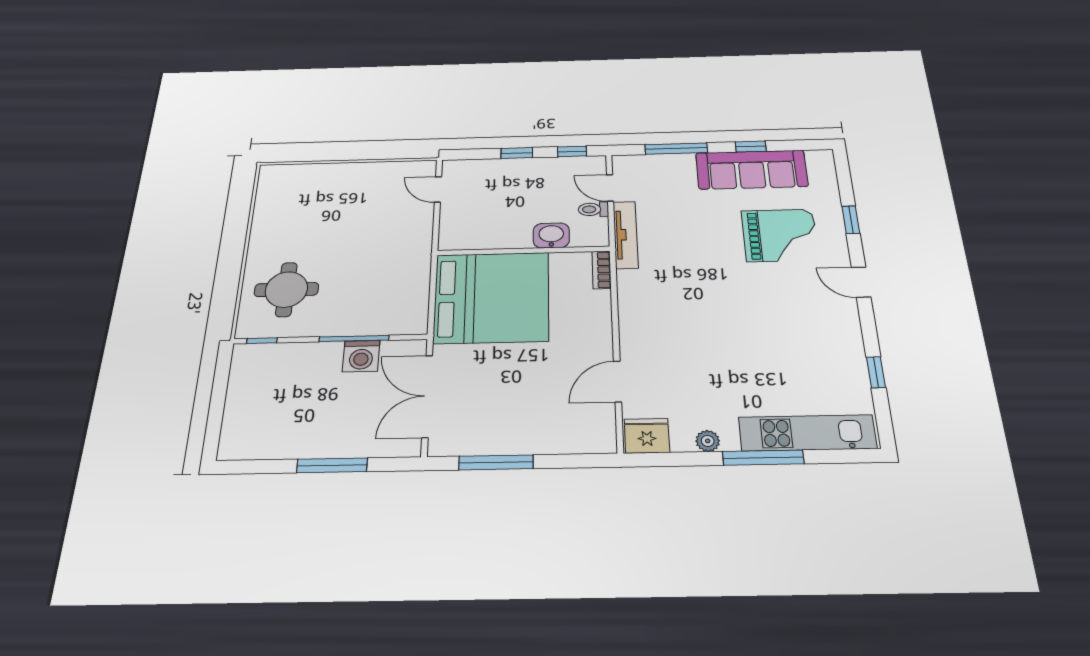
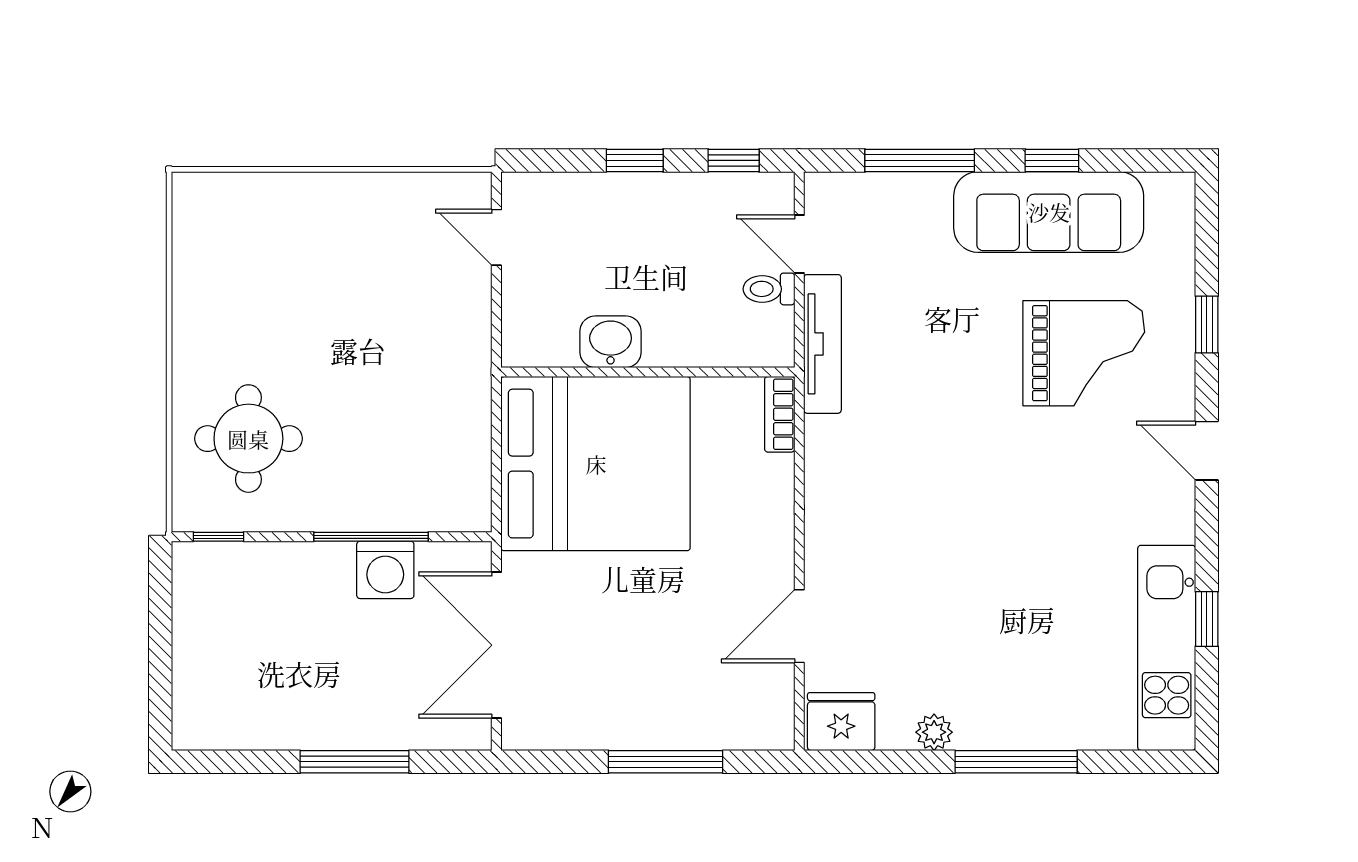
washbasin: (551, 235) -> (611, 342), moved
kitchen unit: (807, 433) -> (1167, 648), moved, turned -90
window: (496, 462) -> (666, 762), moved

